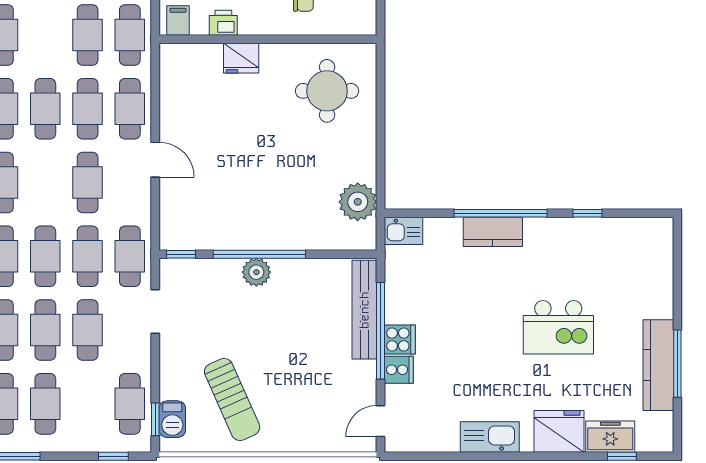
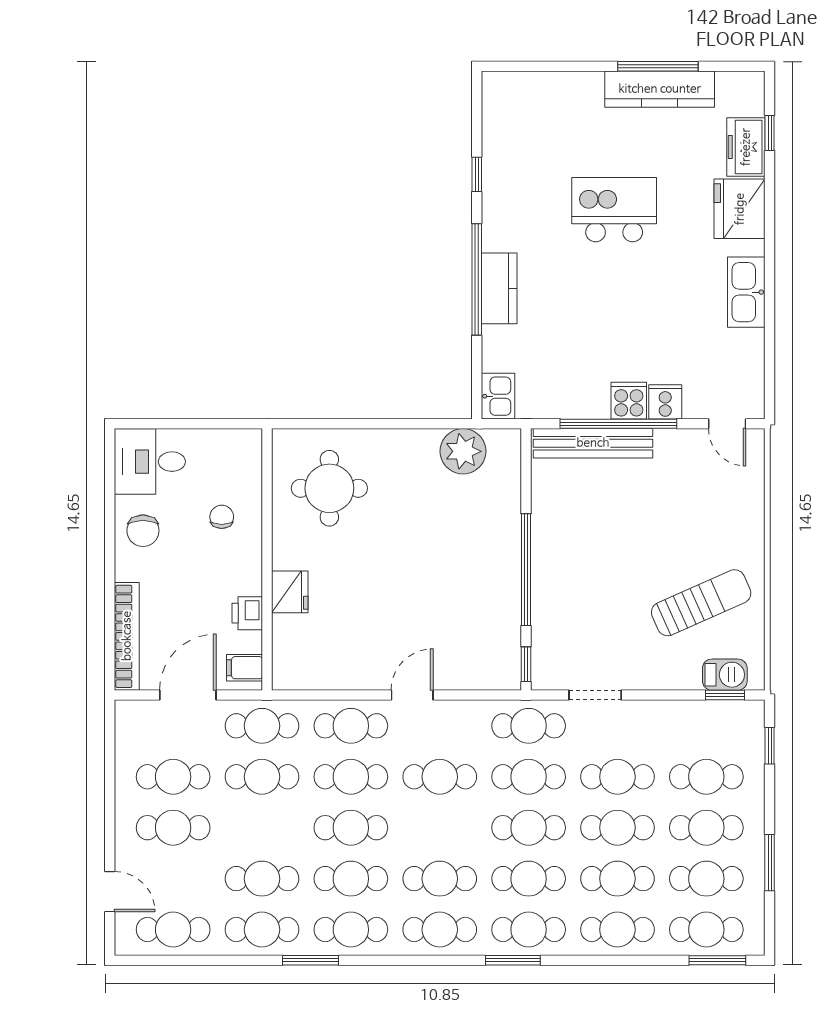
plant: (256, 272) -> (548, 573), removed
kitchen island: (558, 327) -> (614, 210), turned -90
cafe table: (130, 404) -> (706, 777), moved

